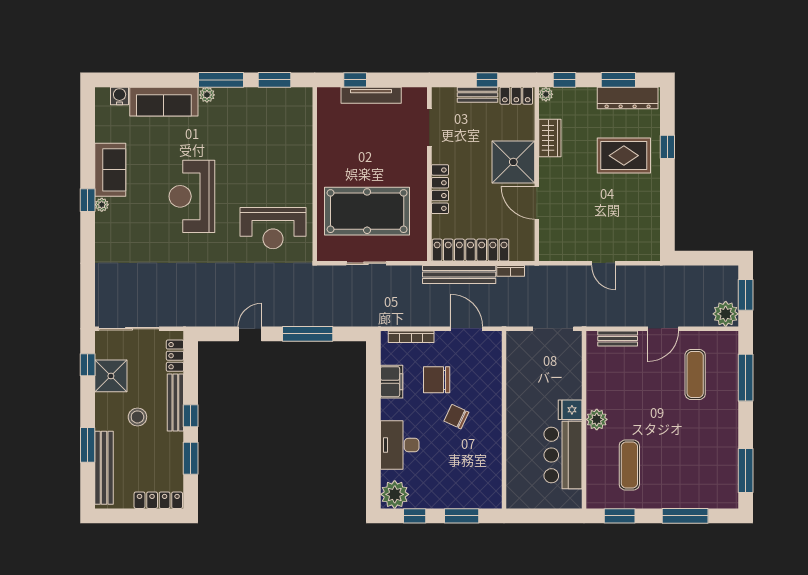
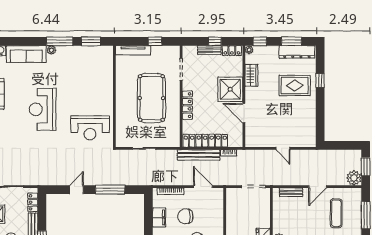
window: (355, 80) -> (155, 41), moved
tv unit: (371, 95) -> (133, 50), moved
pool table: (367, 211) -> (151, 98), moved, turned 90

